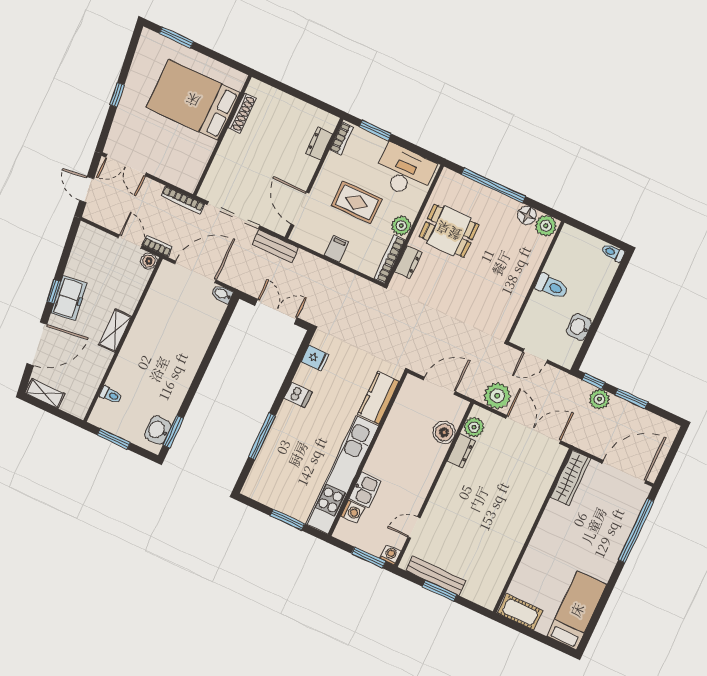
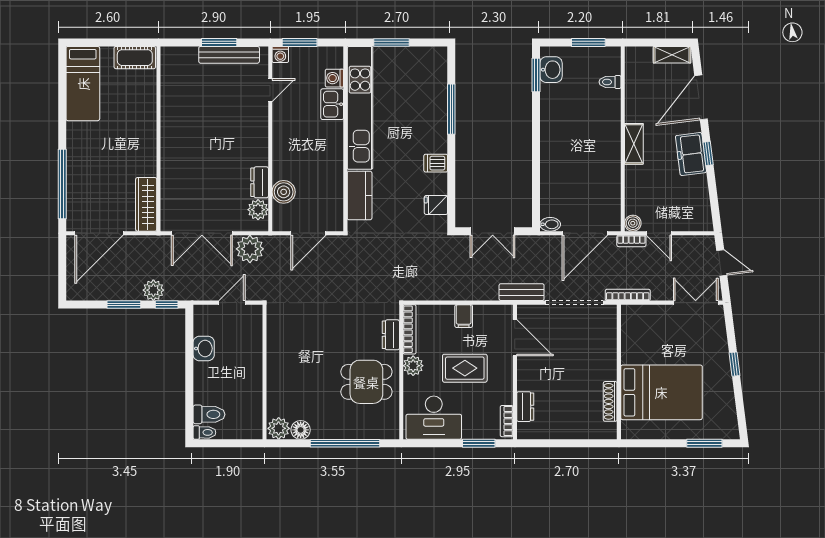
toilet: (552, 286) -> (209, 414), moved, turned 180

